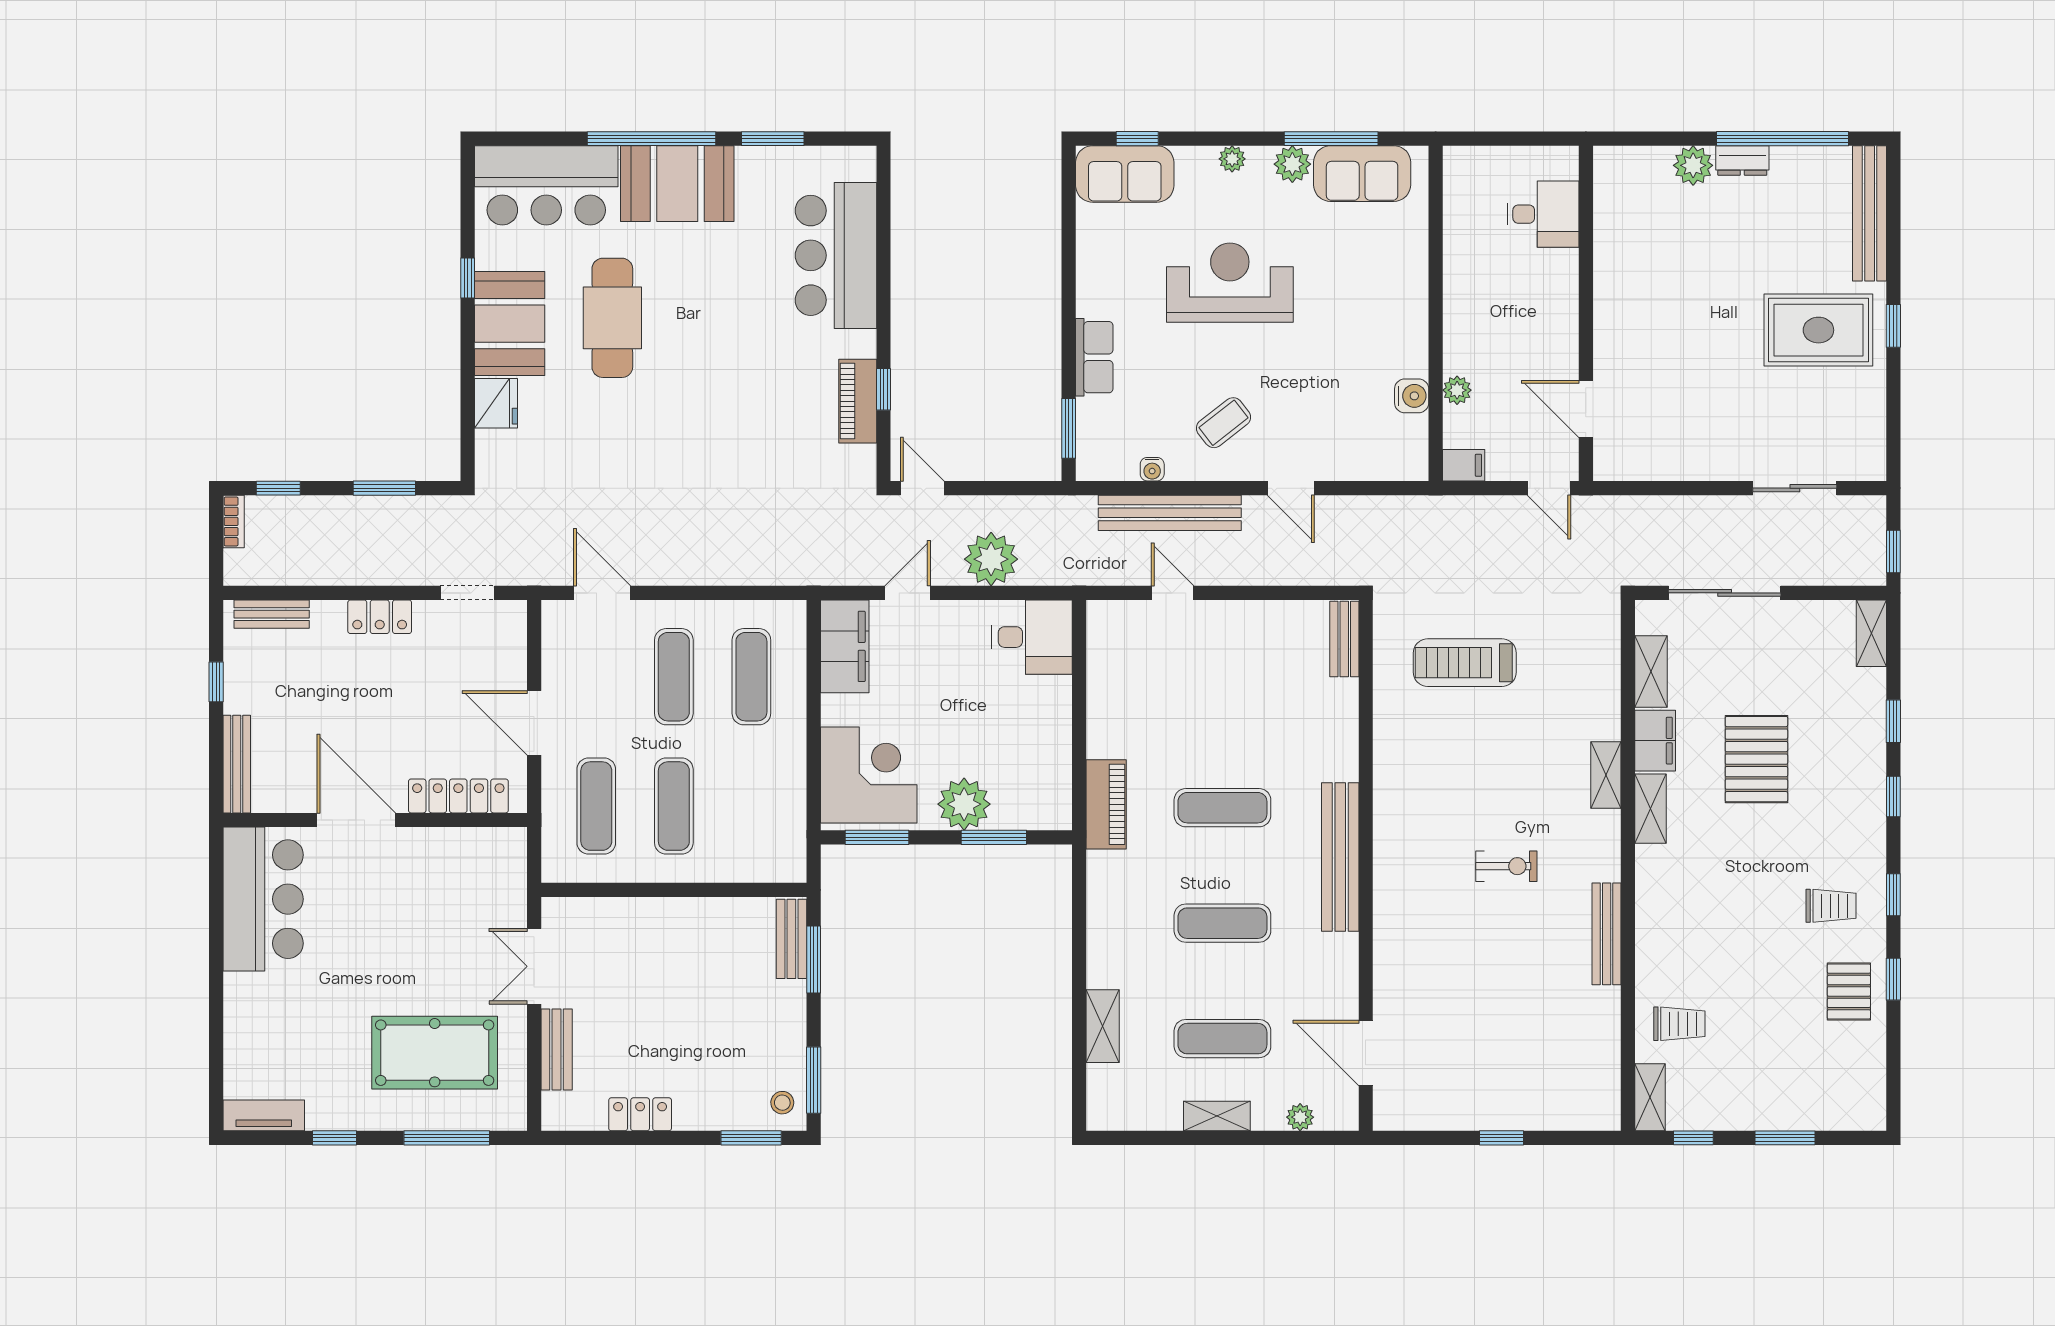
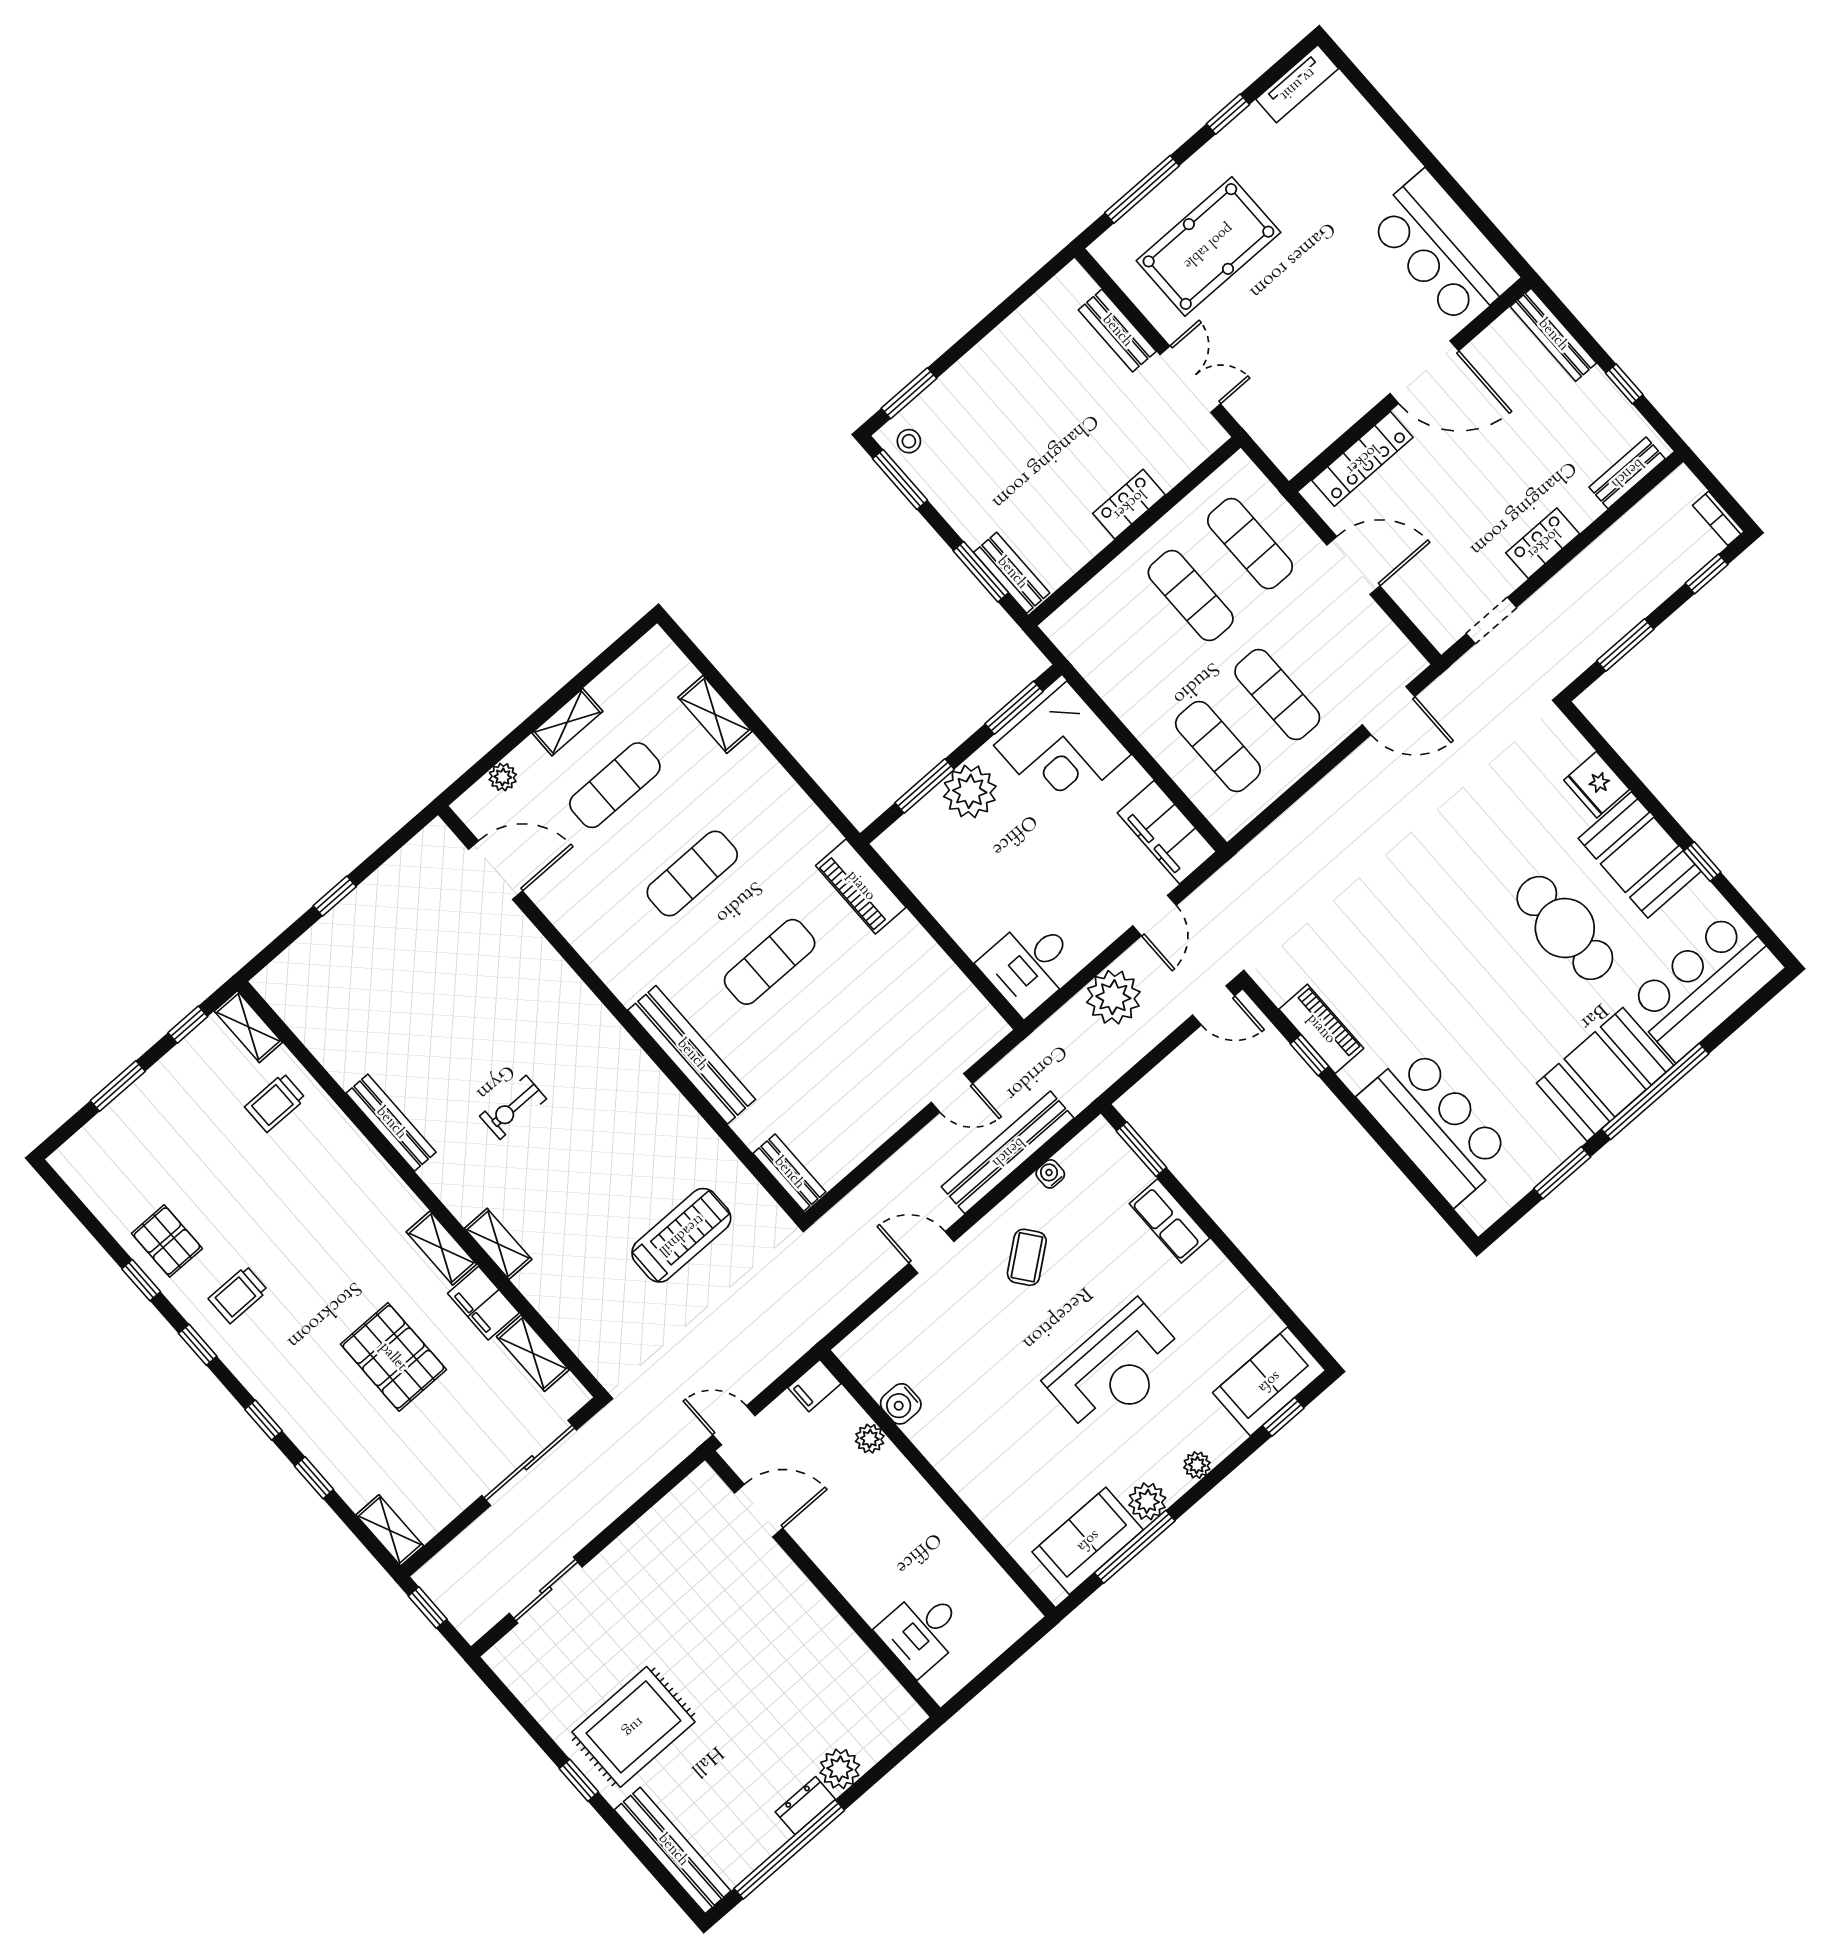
bench: (1340, 857) -> (692, 1055), moved
locker: (640, 1114) -> (1129, 504), moved, turned 180

